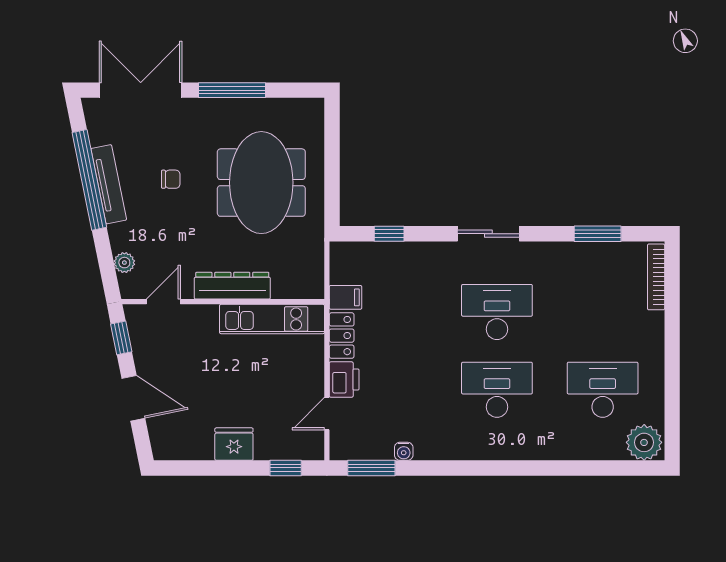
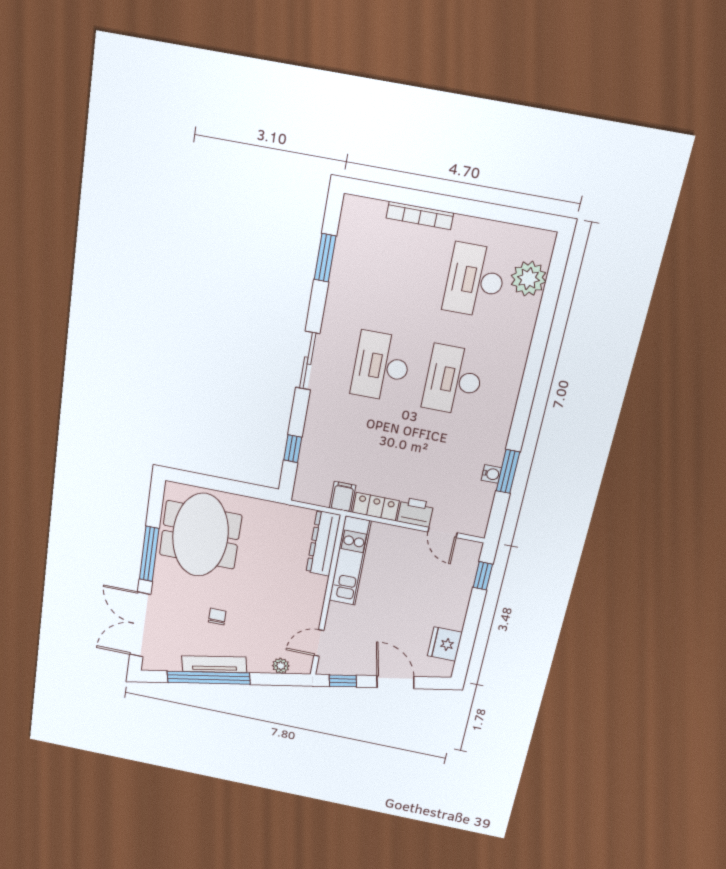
meeting table: (261, 183) -> (200, 535), moved, turned 90
bookcase: (656, 277) -> (420, 216), moved
dresser: (232, 286) -> (323, 543), moved
door: (163, 302) -> (319, 643), hinge flipped
door: (133, 398) -> (395, 682), hinge flipped
plant: (644, 442) -> (528, 279), moved
fridge: (234, 444) -> (445, 644), moved
window: (371, 468) -> (508, 471), moved

